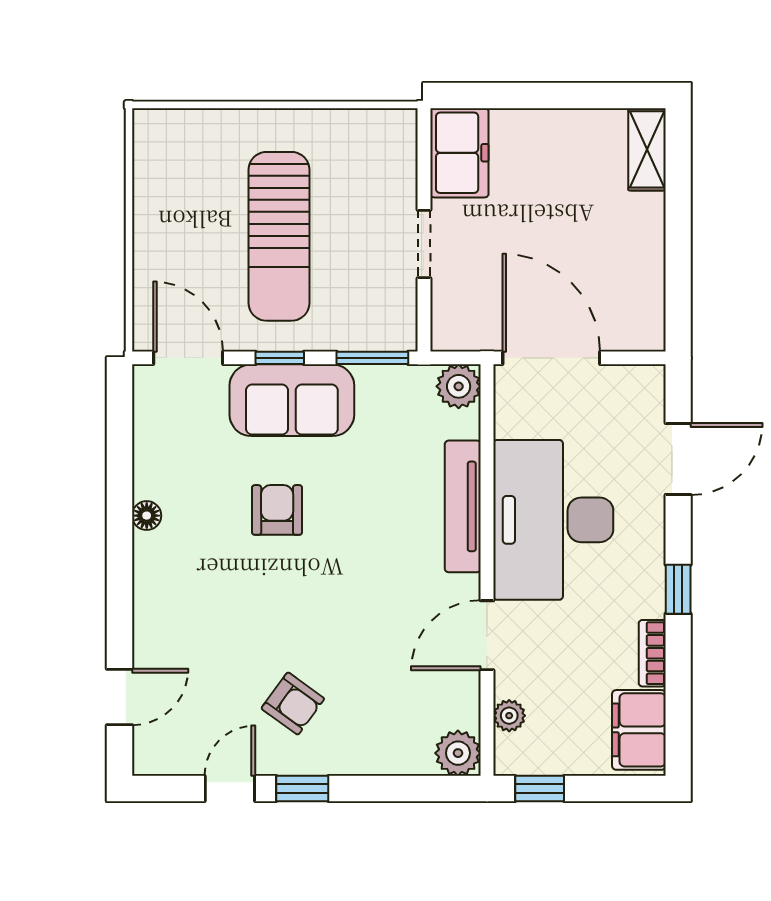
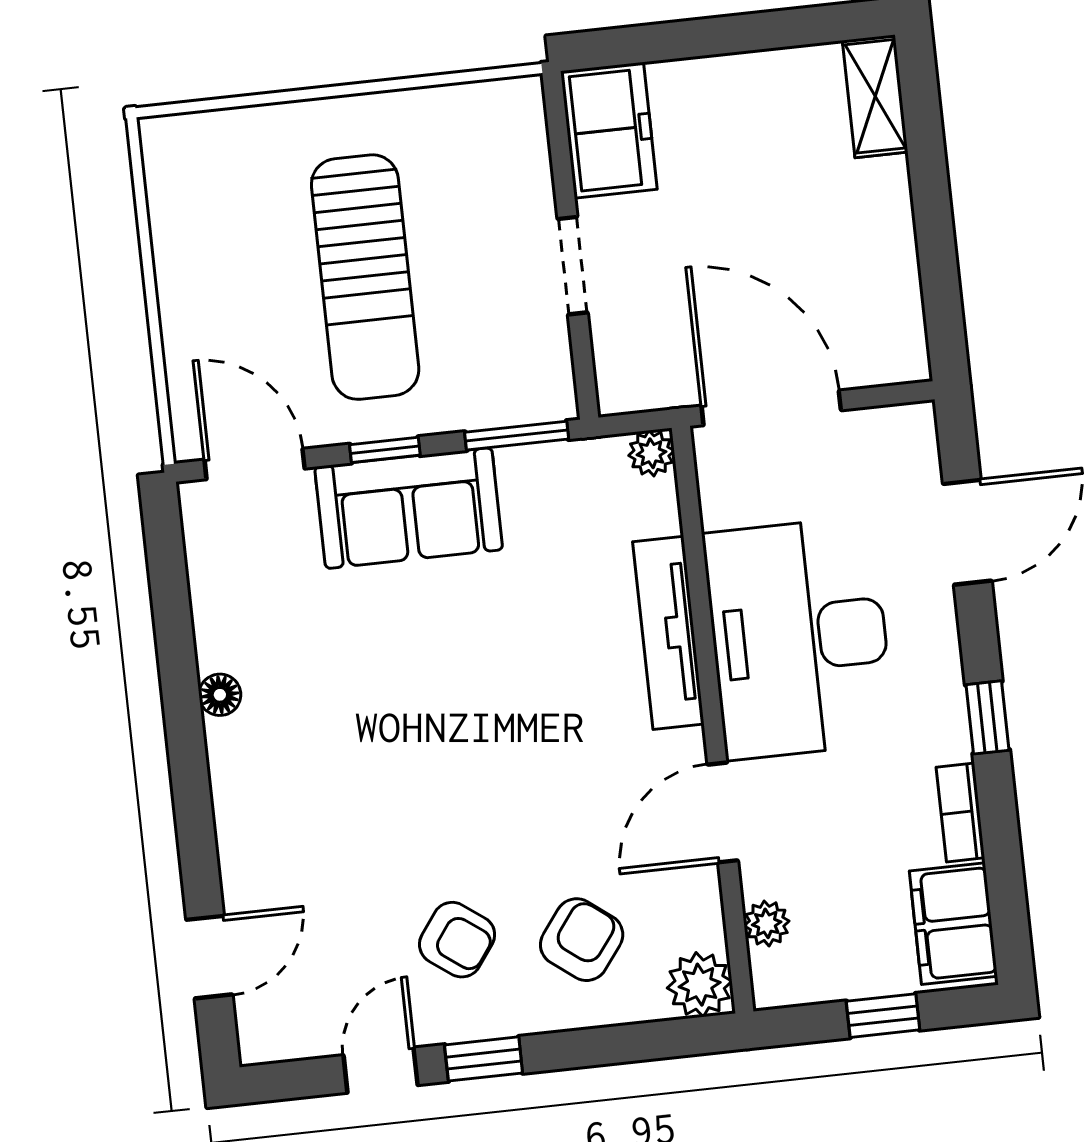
plant: (459, 386) -> (651, 453), width x0.73, depth x0.73
armchair: (277, 510) -> (582, 940), moved, turned 37
window: (540, 788) -> (883, 1016), moved

